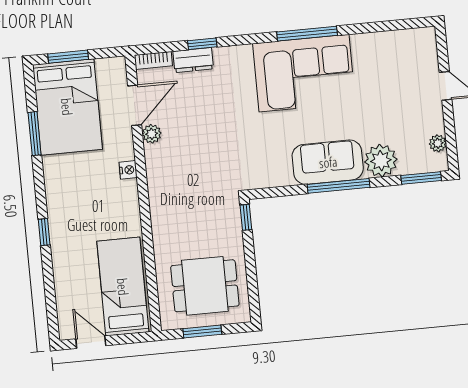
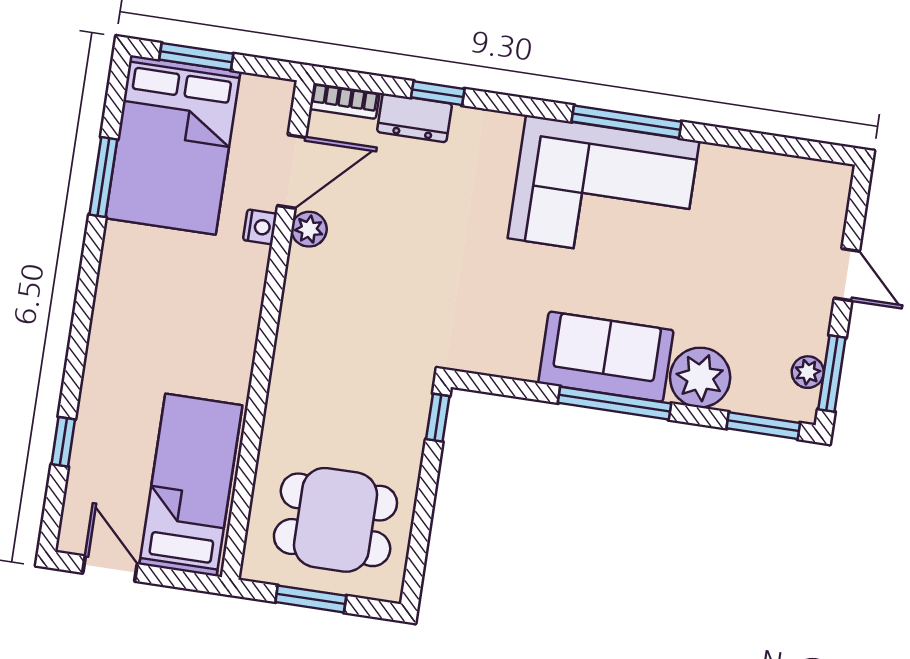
window: (451, 141) -> (832, 373), added
nightstand: (128, 170) -> (260, 227), moved
window: (44, 232) -> (63, 442), moved

